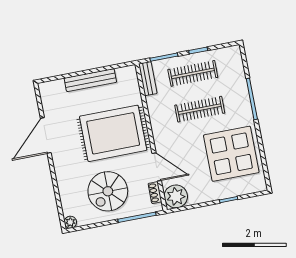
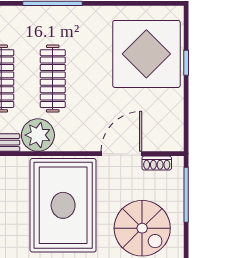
display table: (231, 154) -> (146, 54), moved
plant: (176, 196) -> (38, 135), moved

